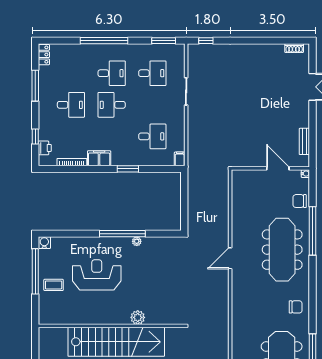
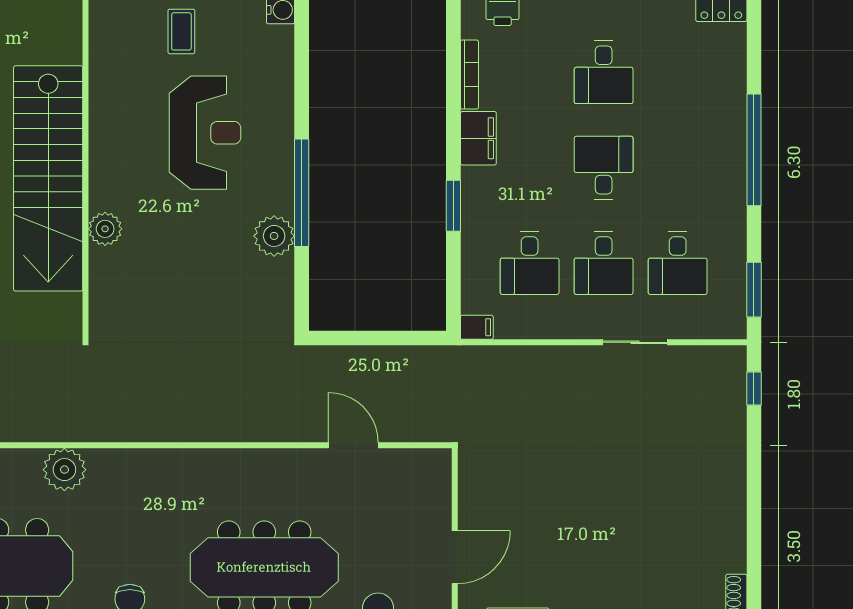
desk: (112, 73) -> (604, 263), moved
plant: (137, 241) -> (274, 236), width x1.88, depth x1.88
door: (230, 258) -> (353, 445), moved
plant: (240, 335) -> (64, 470), added

